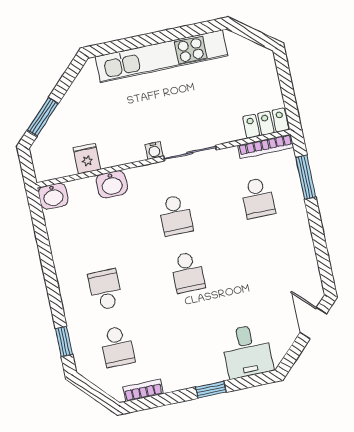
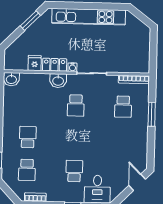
window: (43, 117) -> (30, 21), moved
locker: (266, 123) -> (55, 65), moved
window: (306, 177) -> (152, 114), moved
washbasin: (112, 184) -> (58, 81), moved
school desk: (188, 272) -> (74, 171), moved, turned 180

